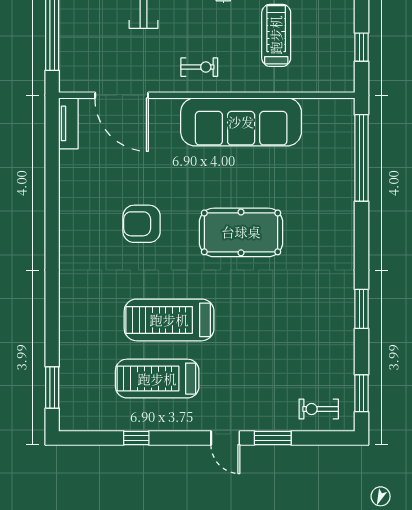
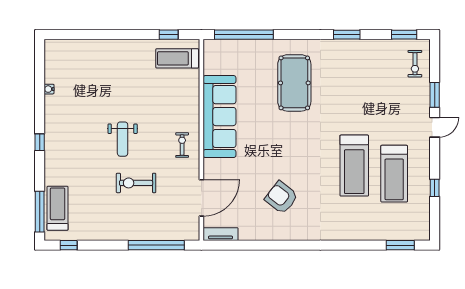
treadmill: (276, 35) -> (177, 58), moved
armchair: (142, 224) -> (281, 198), moved, turned 128
pool table: (241, 232) -> (294, 83), moved

